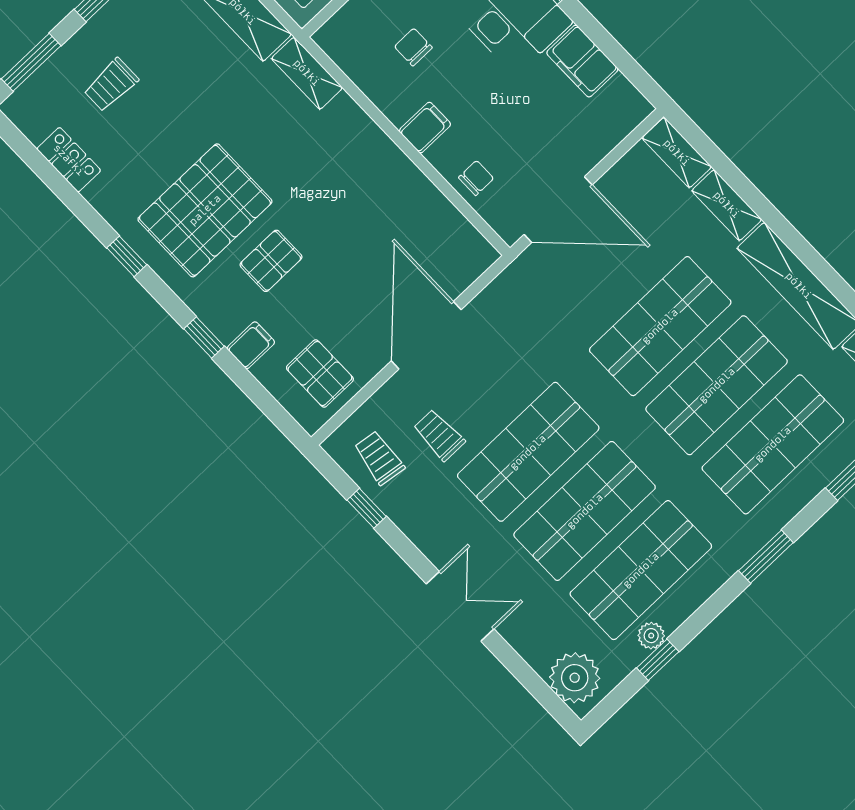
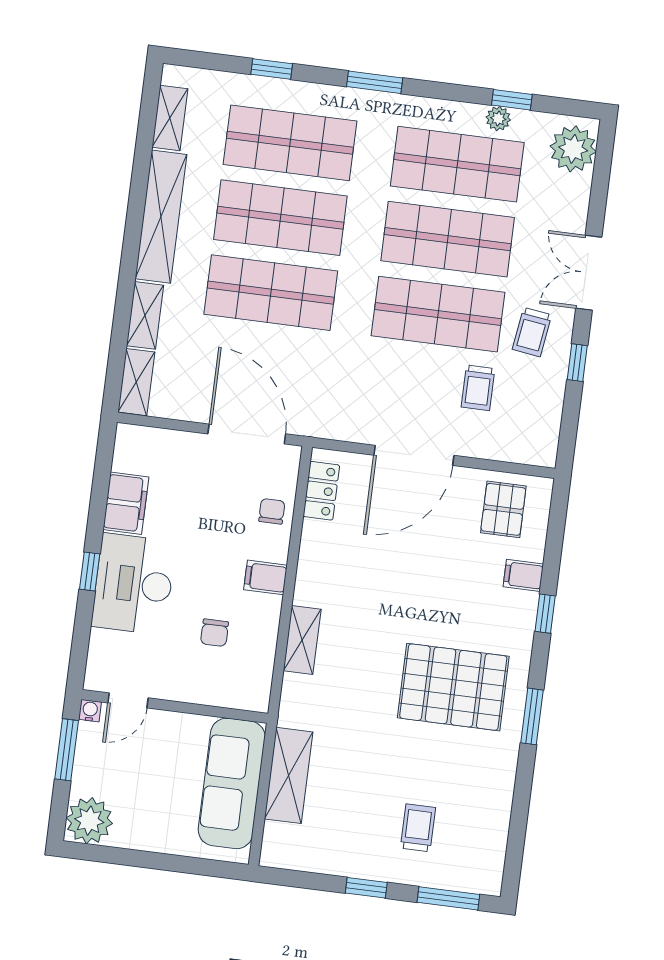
shelving: (307, 73) -> (302, 640), moved
trolley: (111, 85) -> (418, 828), turned -90
locker: (69, 160) -> (321, 491), moved, turned 180
chair: (476, 178) -> (272, 511), turned 90
window: (127, 256) -> (532, 716), width x1.50
pallet: (271, 261) -> (451, 610), removed
trolley: (379, 458) -> (532, 332), moved
window: (367, 508) -> (577, 363), moved

